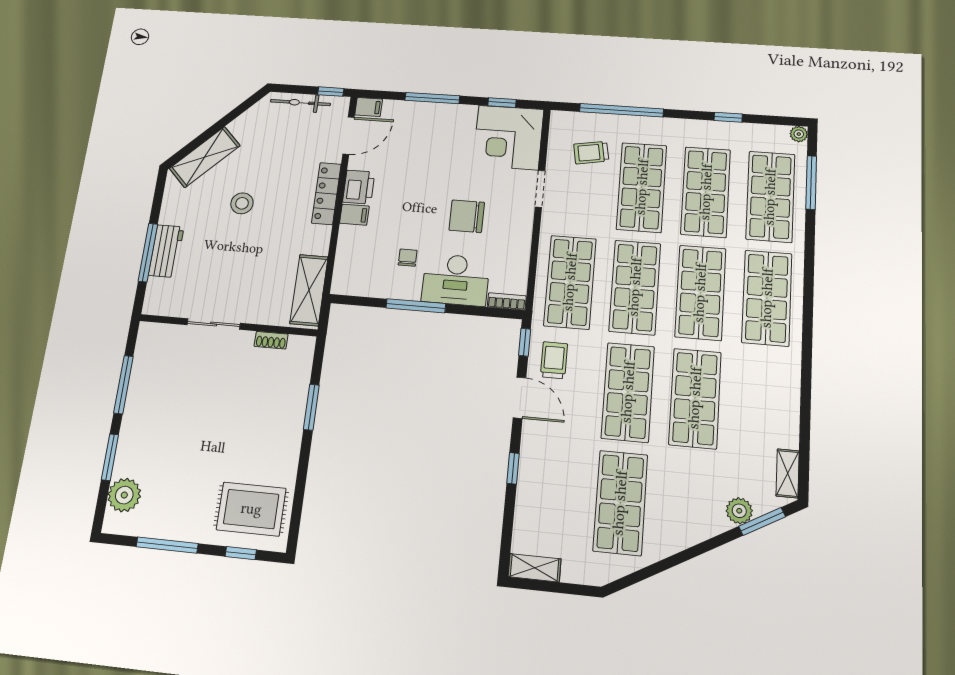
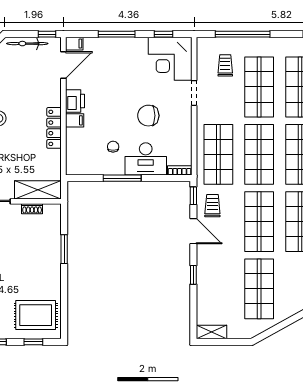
trolley: (591, 153) -> (225, 65), turned 100
locker: (326, 193) -> (54, 128), moved
shelving: (309, 290) -> (38, 190), moved, turned 90

